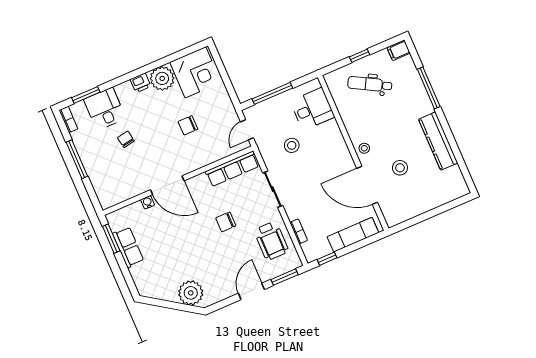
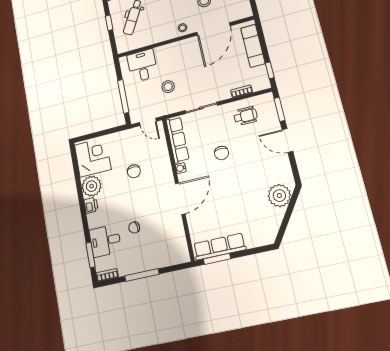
water cooler: (148, 202) -> (181, 168), moved
wheelchair: (271, 241) -> (245, 116), width x0.73, depth x0.73
row of seats: (128, 247) -> (219, 247), width x1.48

